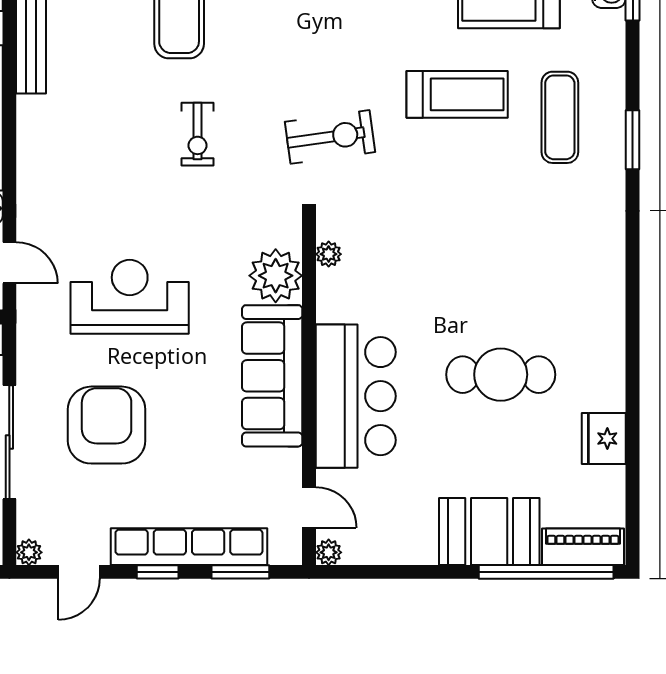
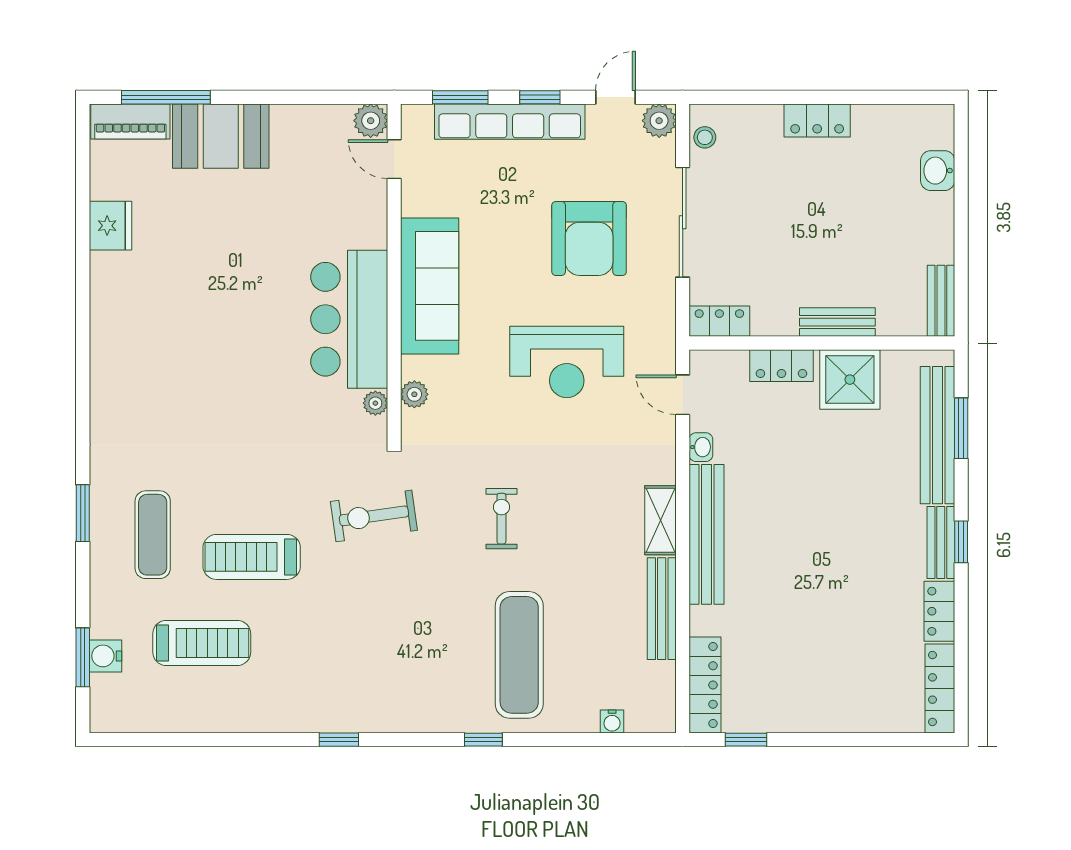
shelving: (32, 132) -> (660, 520), added
plant: (276, 276) -> (414, 394), width x0.53, depth x0.53
cafe table: (501, 375) -> (210, 287), removed
bar counter: (356, 396) -> (349, 319), moved
plant: (29, 552) -> (659, 121), width x1.38, depth x1.38
plant: (329, 552) -> (371, 121), width x1.38, depth x1.38
window: (546, 572) -> (166, 97), width x0.68

